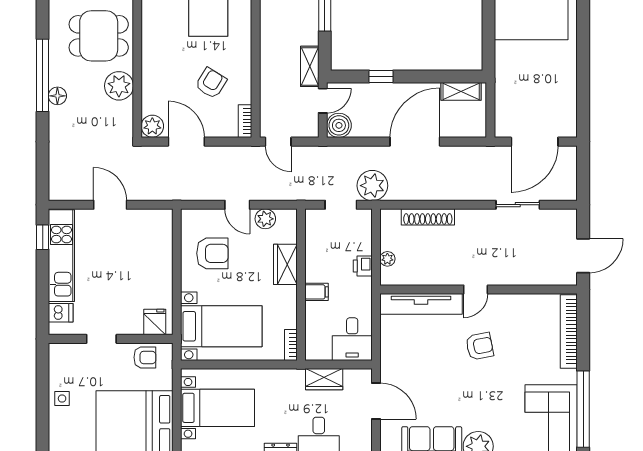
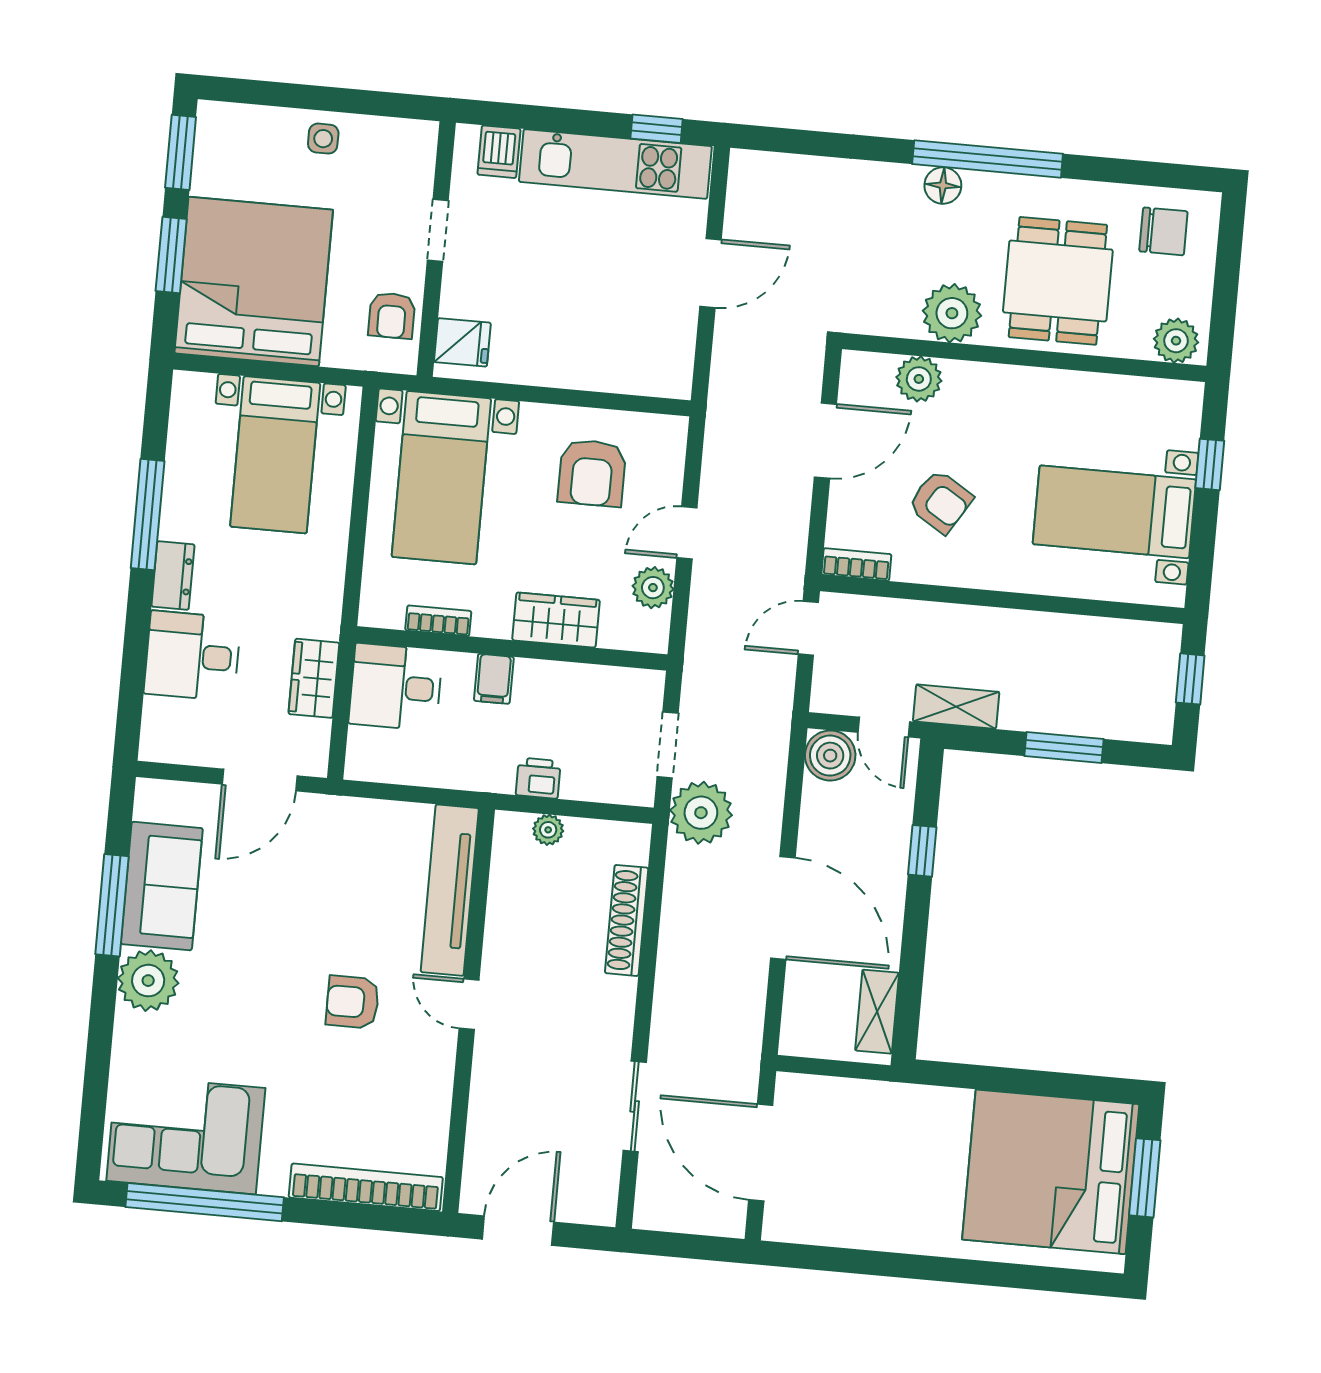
plant: (152, 126) -> (919, 379), moved
door: (583, 256) -> (518, 1231), swing flipped
desk: (352, 339) -> (396, 687), moved
bookcase: (291, 345) -> (438, 621), moved
armchair: (480, 346) -> (353, 1002), turned 101

